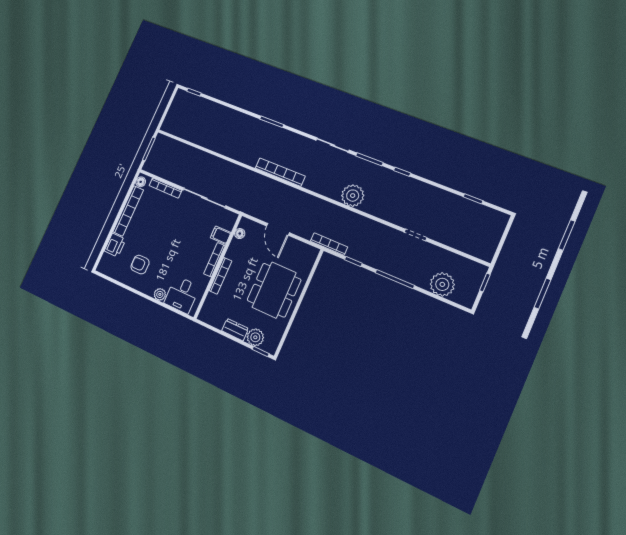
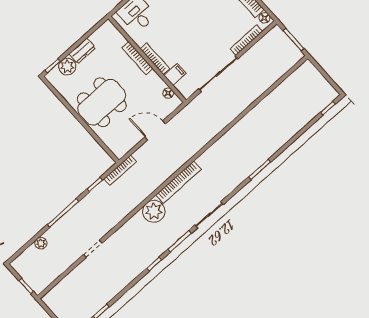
bookcase: (280, 172) -> (178, 182), moved
plant: (442, 284) -> (41, 243), width x0.53, depth x0.53
dining table: (274, 290) -> (102, 102), turned 90

